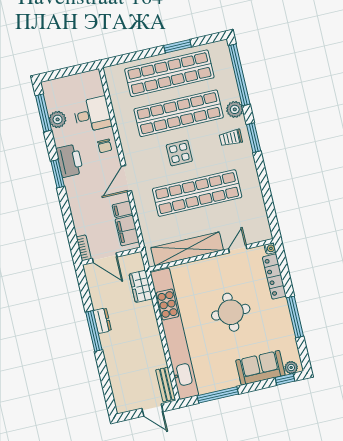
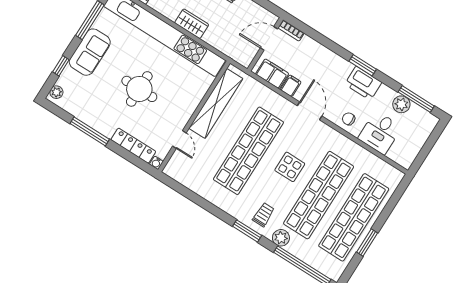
wardrobe: (141, 286) -> (192, 24), moved
sofa: (260, 368) -> (90, 52), moved
window: (285, 379) -> (61, 66), moved

